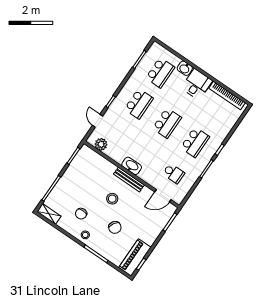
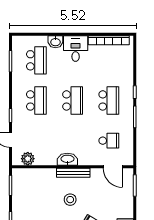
door: (163, 196) -> (113, 167), hinge flipped

